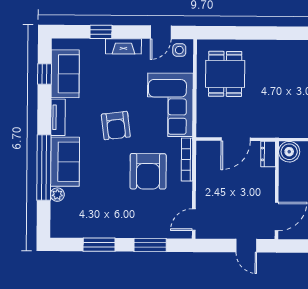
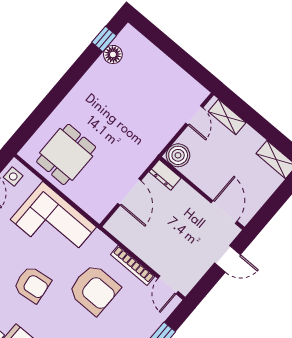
dining table: (225, 74) -> (66, 154), turned 90
bookcase: (187, 160) -> (133, 265), moved

